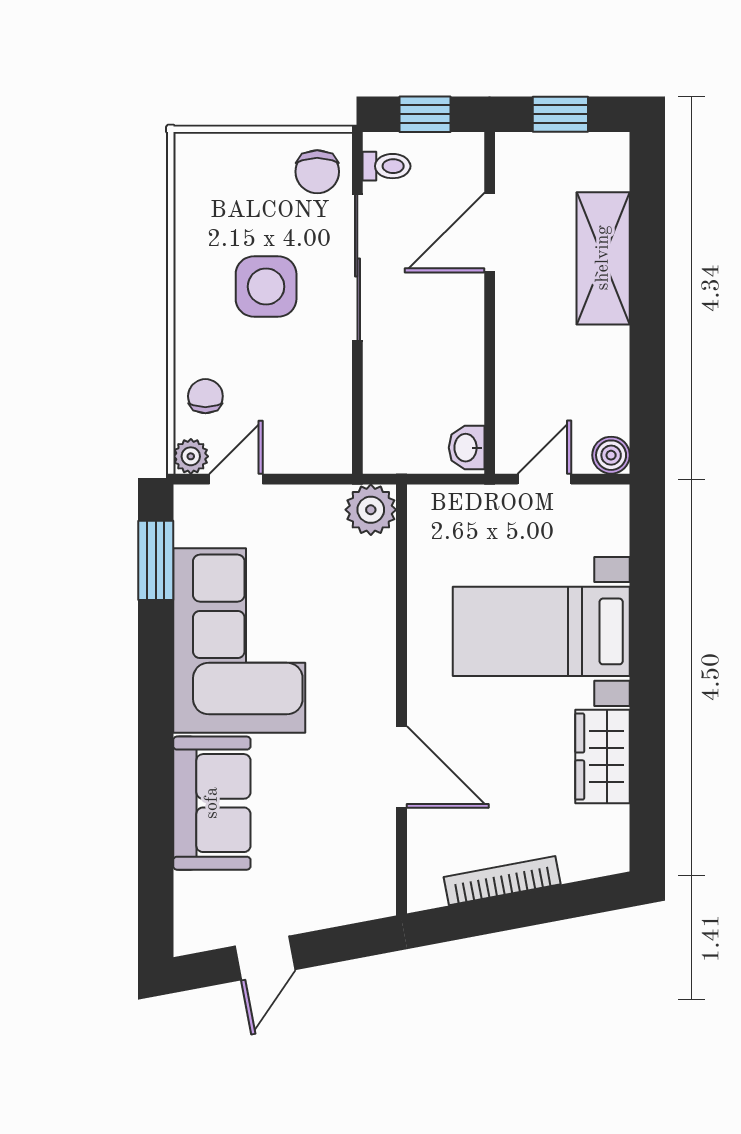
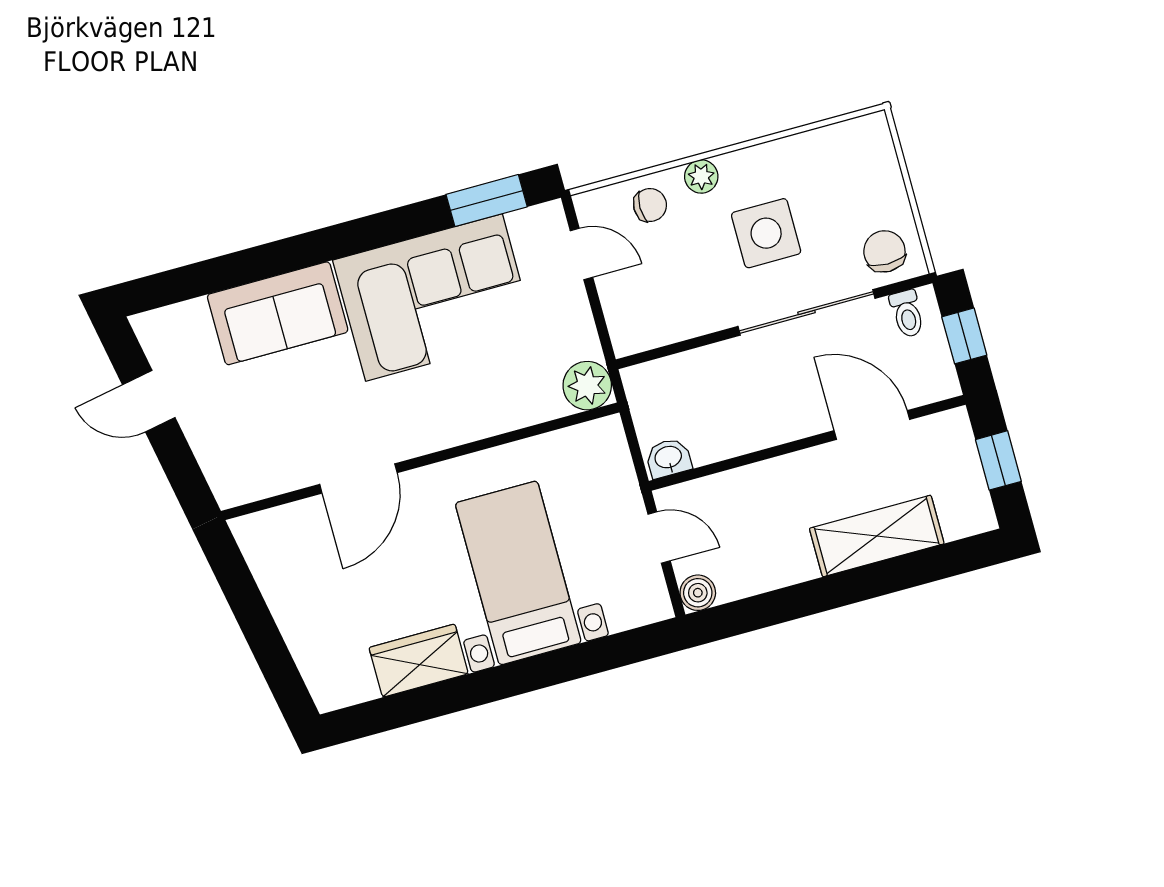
chair: (317, 172) -> (884, 251), turned 90
plant: (191, 456) -> (701, 177), moved
bookcase: (502, 881) -> (279, 600), removed

